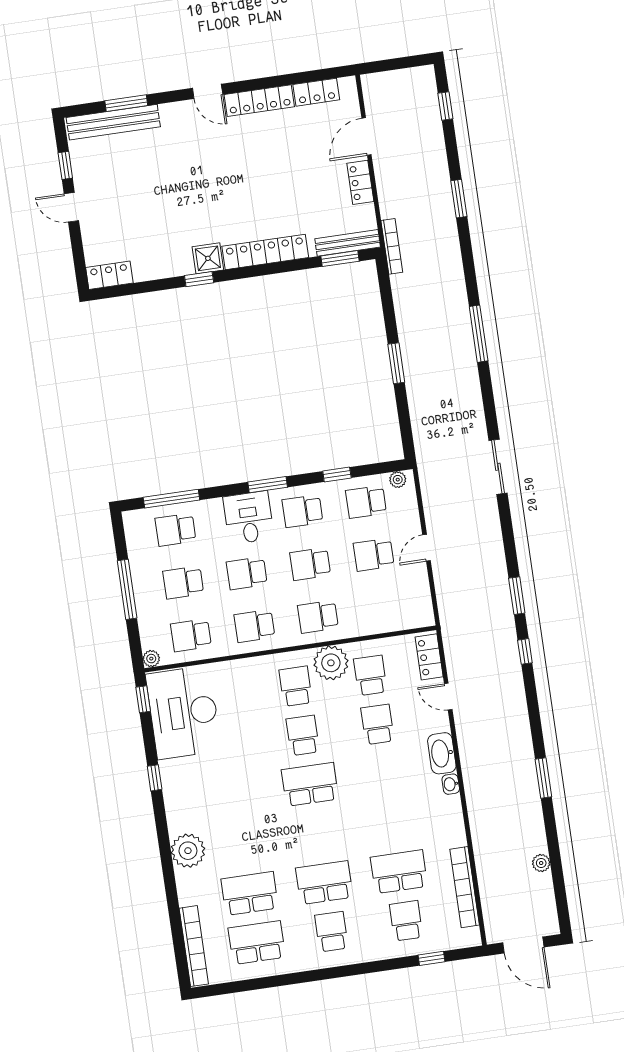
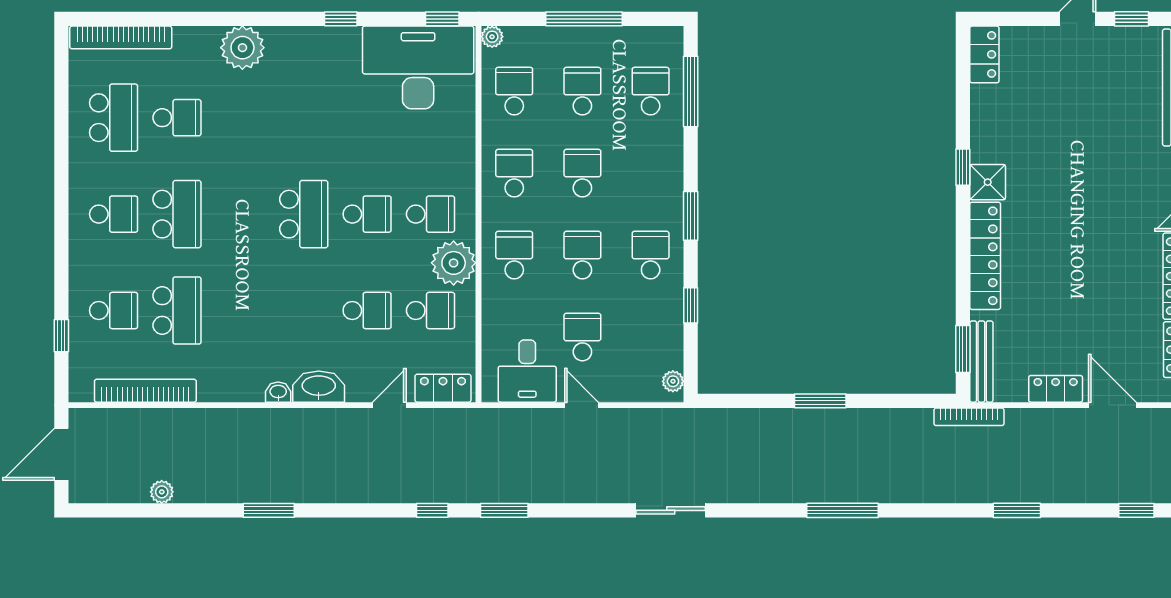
school desk: (366, 502) -> (651, 337), removed
desk: (249, 518) -> (527, 371), moved, turned 90
school desk: (250, 893) -> (177, 118), width x0.54

